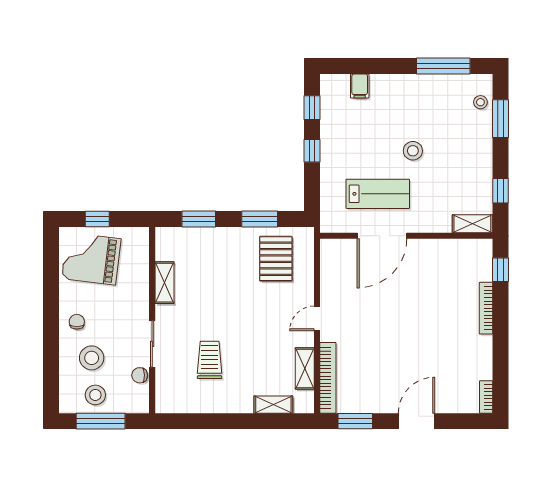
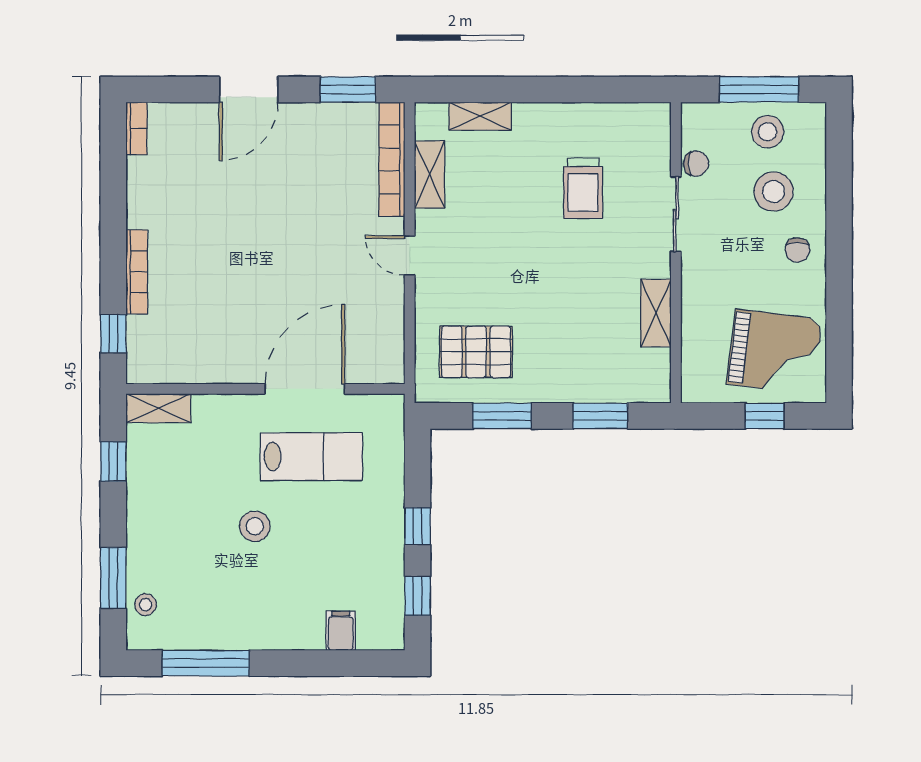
lab bench: (378, 194) -> (311, 457), turned 180
pallet: (276, 259) -> (476, 352), turned 90
door: (317, 318) -> (410, 255), swing flipped

